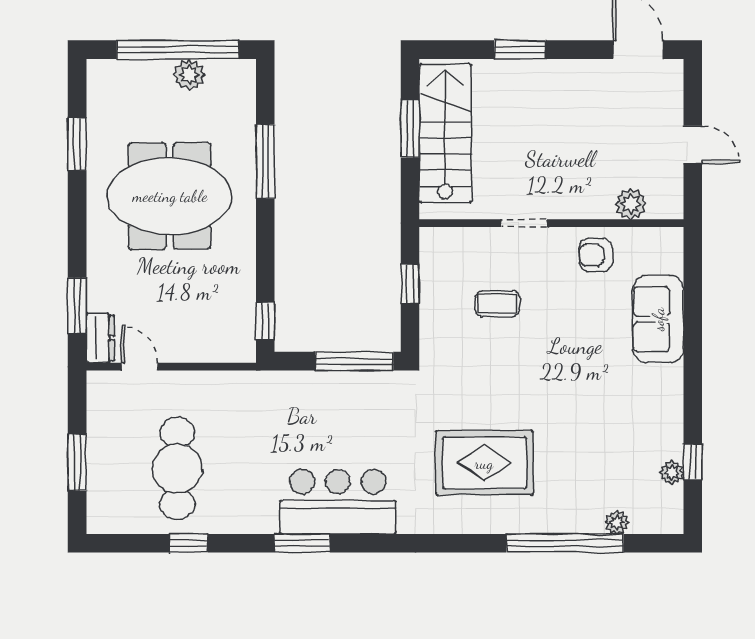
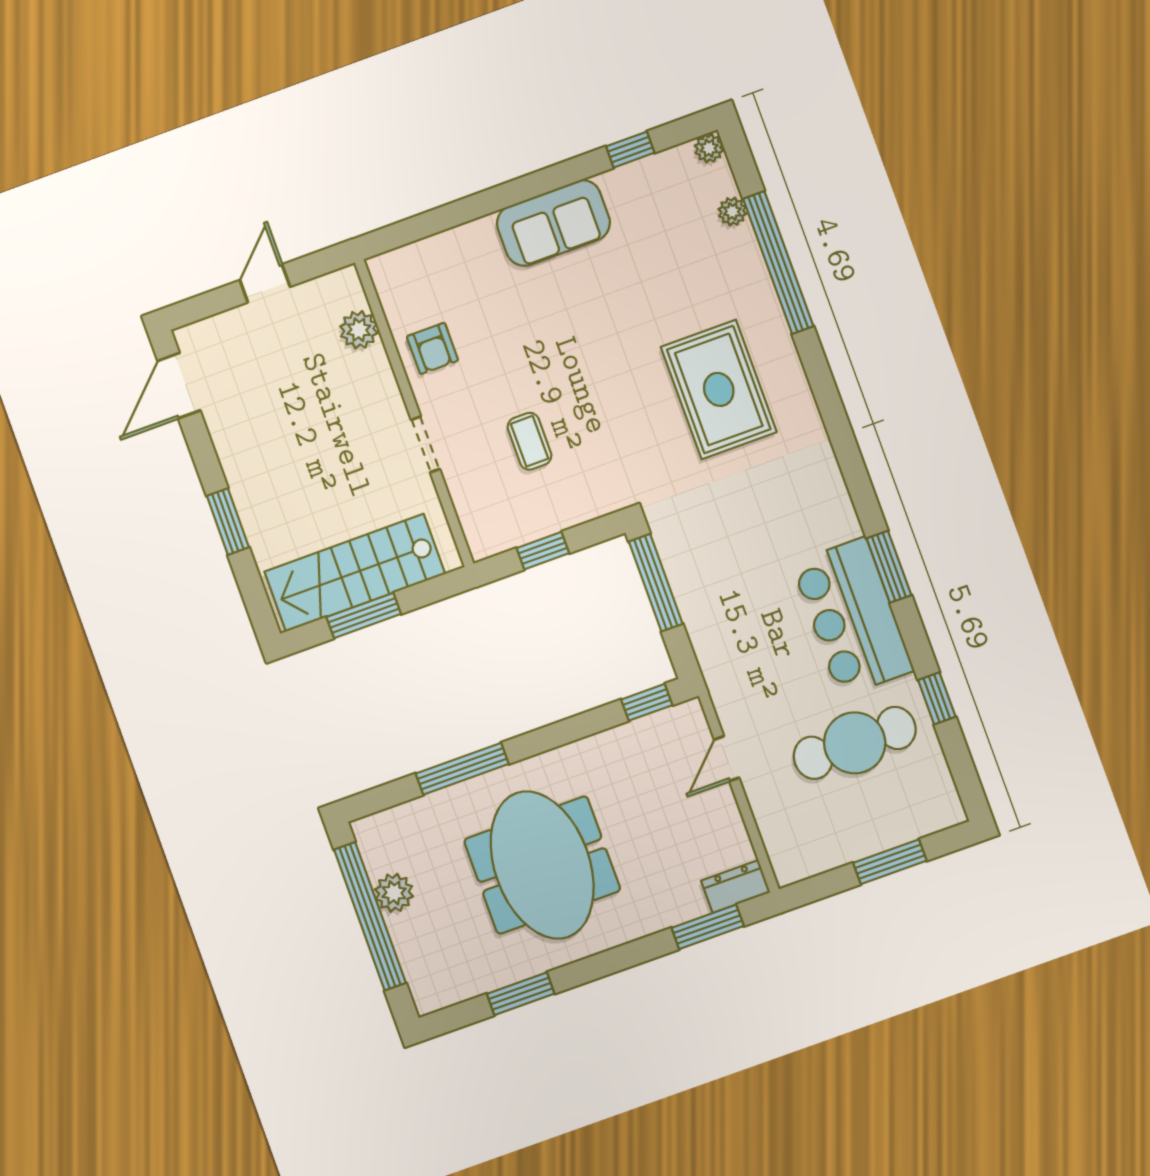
sofa: (658, 319) -> (553, 223), moved
door: (140, 367) -> (727, 759), moved
plant: (672, 473) -> (709, 148), moved
bar counter: (338, 502) -> (853, 617), moved

